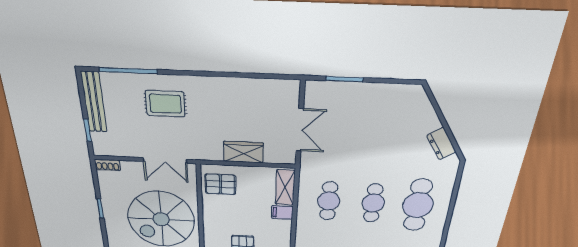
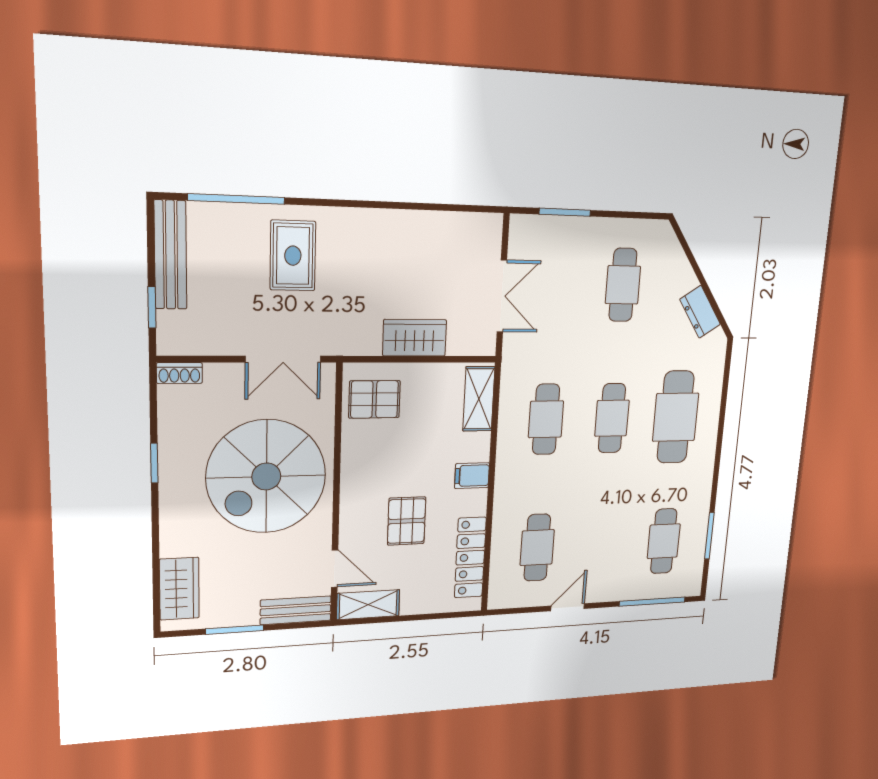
rug: (165, 104) -> (293, 256), turned 90
cafe table: (385, 126) -> (623, 285), added
filing cabinet: (282, 212) -> (472, 476), moved

